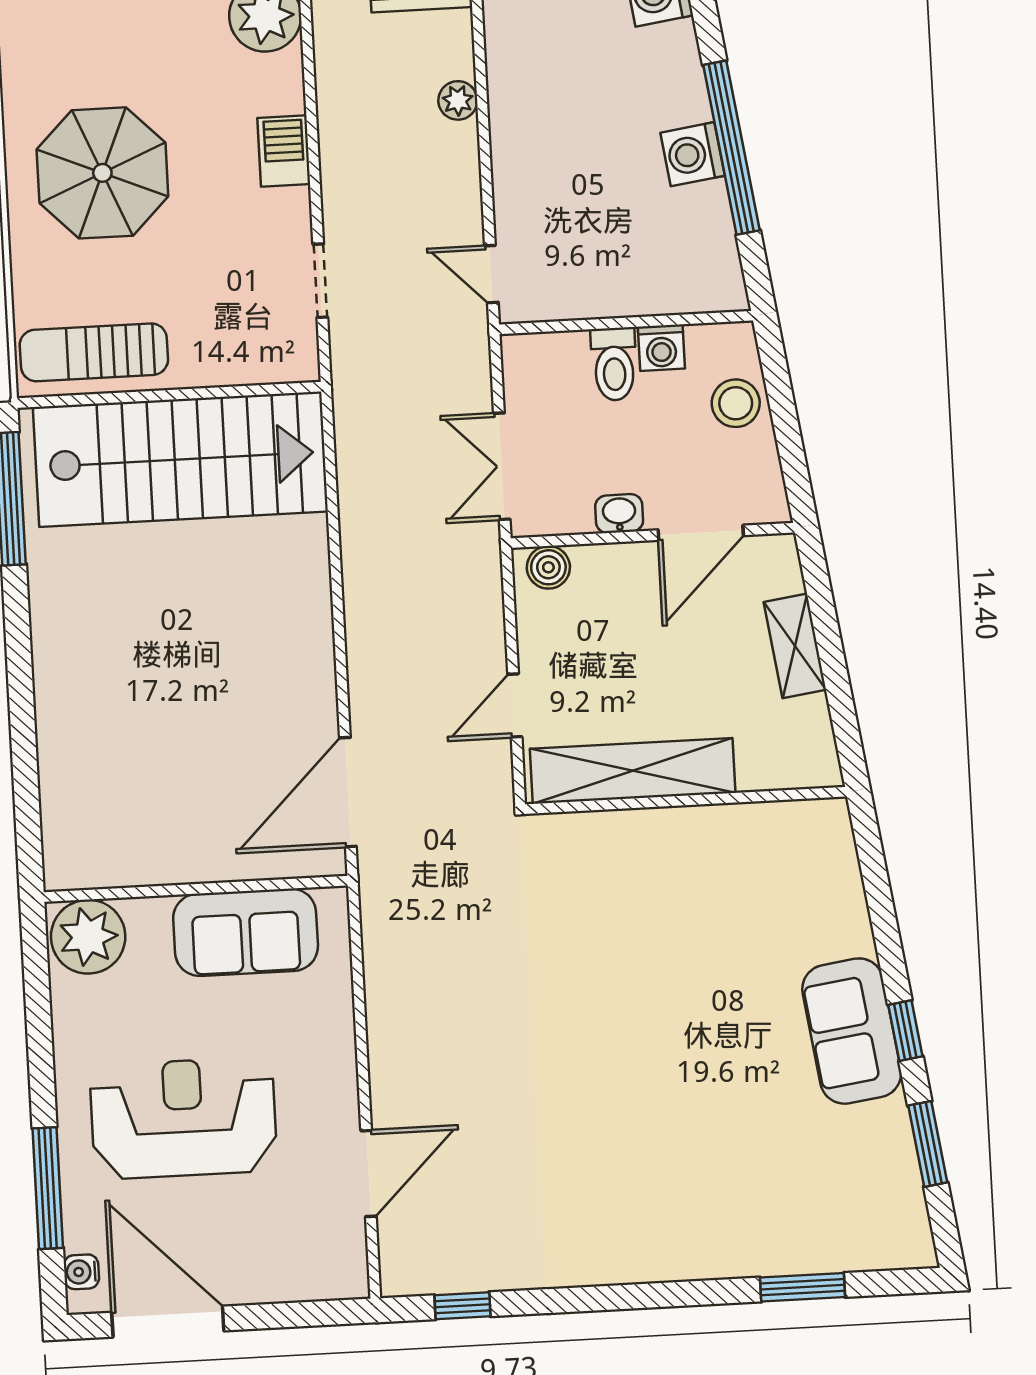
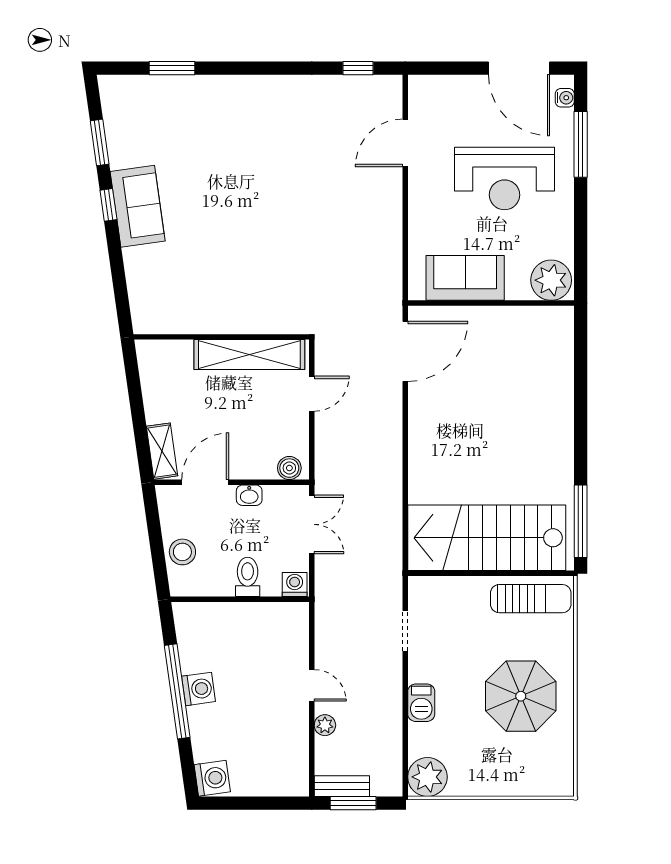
door: (491, 274) -> (312, 685), moved
washing machine: (661, 348) -> (295, 584), moved
shelving: (795, 646) -> (162, 451), moved

